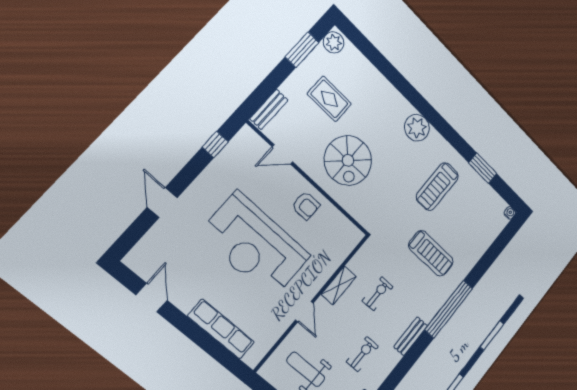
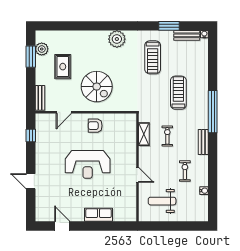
plant: (334, 42) -> (42, 49), moved
rug: (329, 99) -> (63, 67), turned 90
bench: (492, 197) -> (187, 35), added
armchair: (306, 206) -> (95, 126), turned 180
reception desk: (255, 245) -> (88, 164), width x0.74, depth x0.77
treadmill: (431, 253) -> (178, 93), turned -90
shelving: (339, 285) -> (144, 134), moved
row of seats: (221, 329) -> (99, 215), width x0.68

